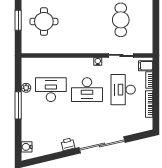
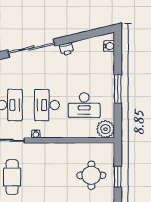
plant: (26, 88) -> (106, 129), moved, width x1.88, depth x1.88
desk: (87, 90) -> (47, 105), turned -90

